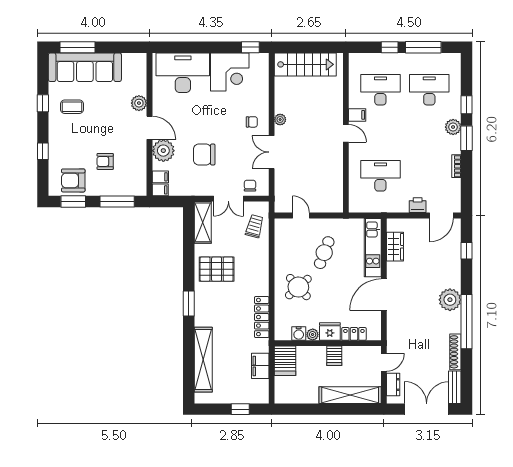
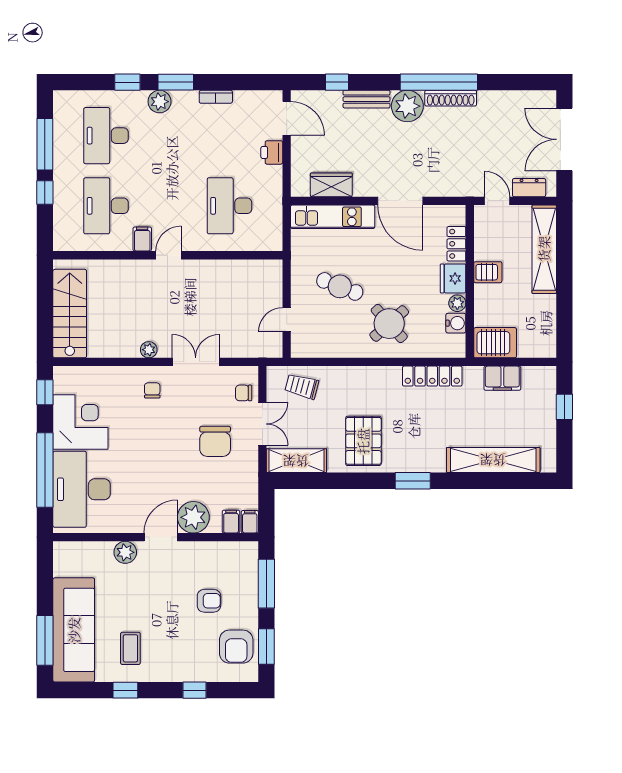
window: (196, 47) -> (45, 470), added
double door: (272, 152) -> (196, 362), swing flipped
chair: (204, 155) -> (215, 441), moved
armchair: (105, 161) -> (209, 601), turned -90
shoe rack: (455, 352) -> (451, 98), moved
bench: (455, 387) -> (367, 99), moved

